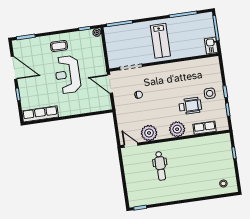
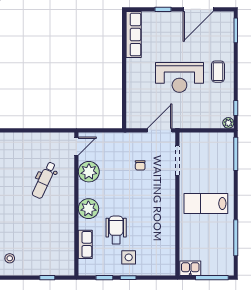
reception desk: (68, 75) -> (179, 77), turned 180
wheelchair: (190, 106) -> (116, 230), turned 180
dental chair: (160, 166) -> (44, 180), turned -65

